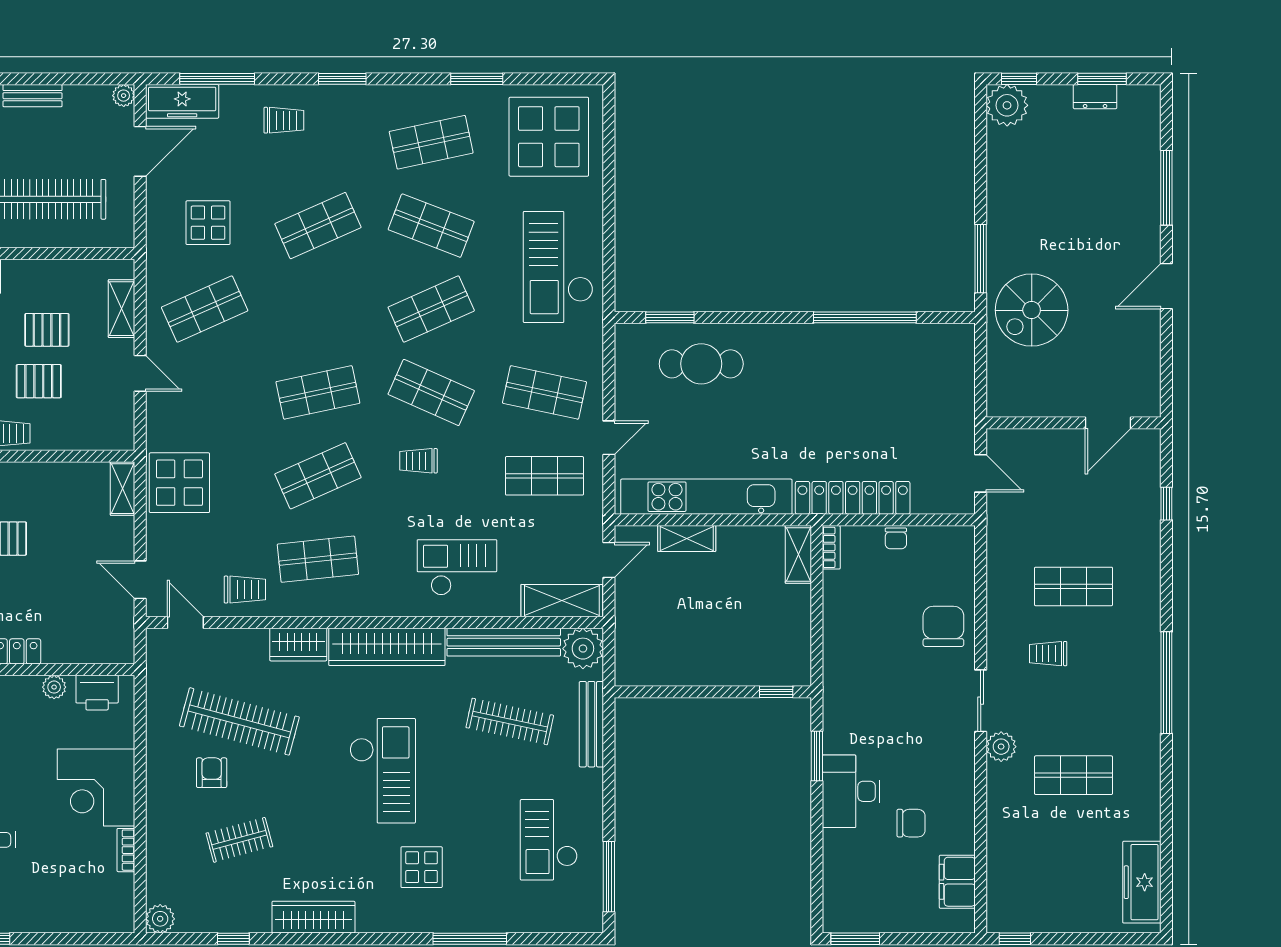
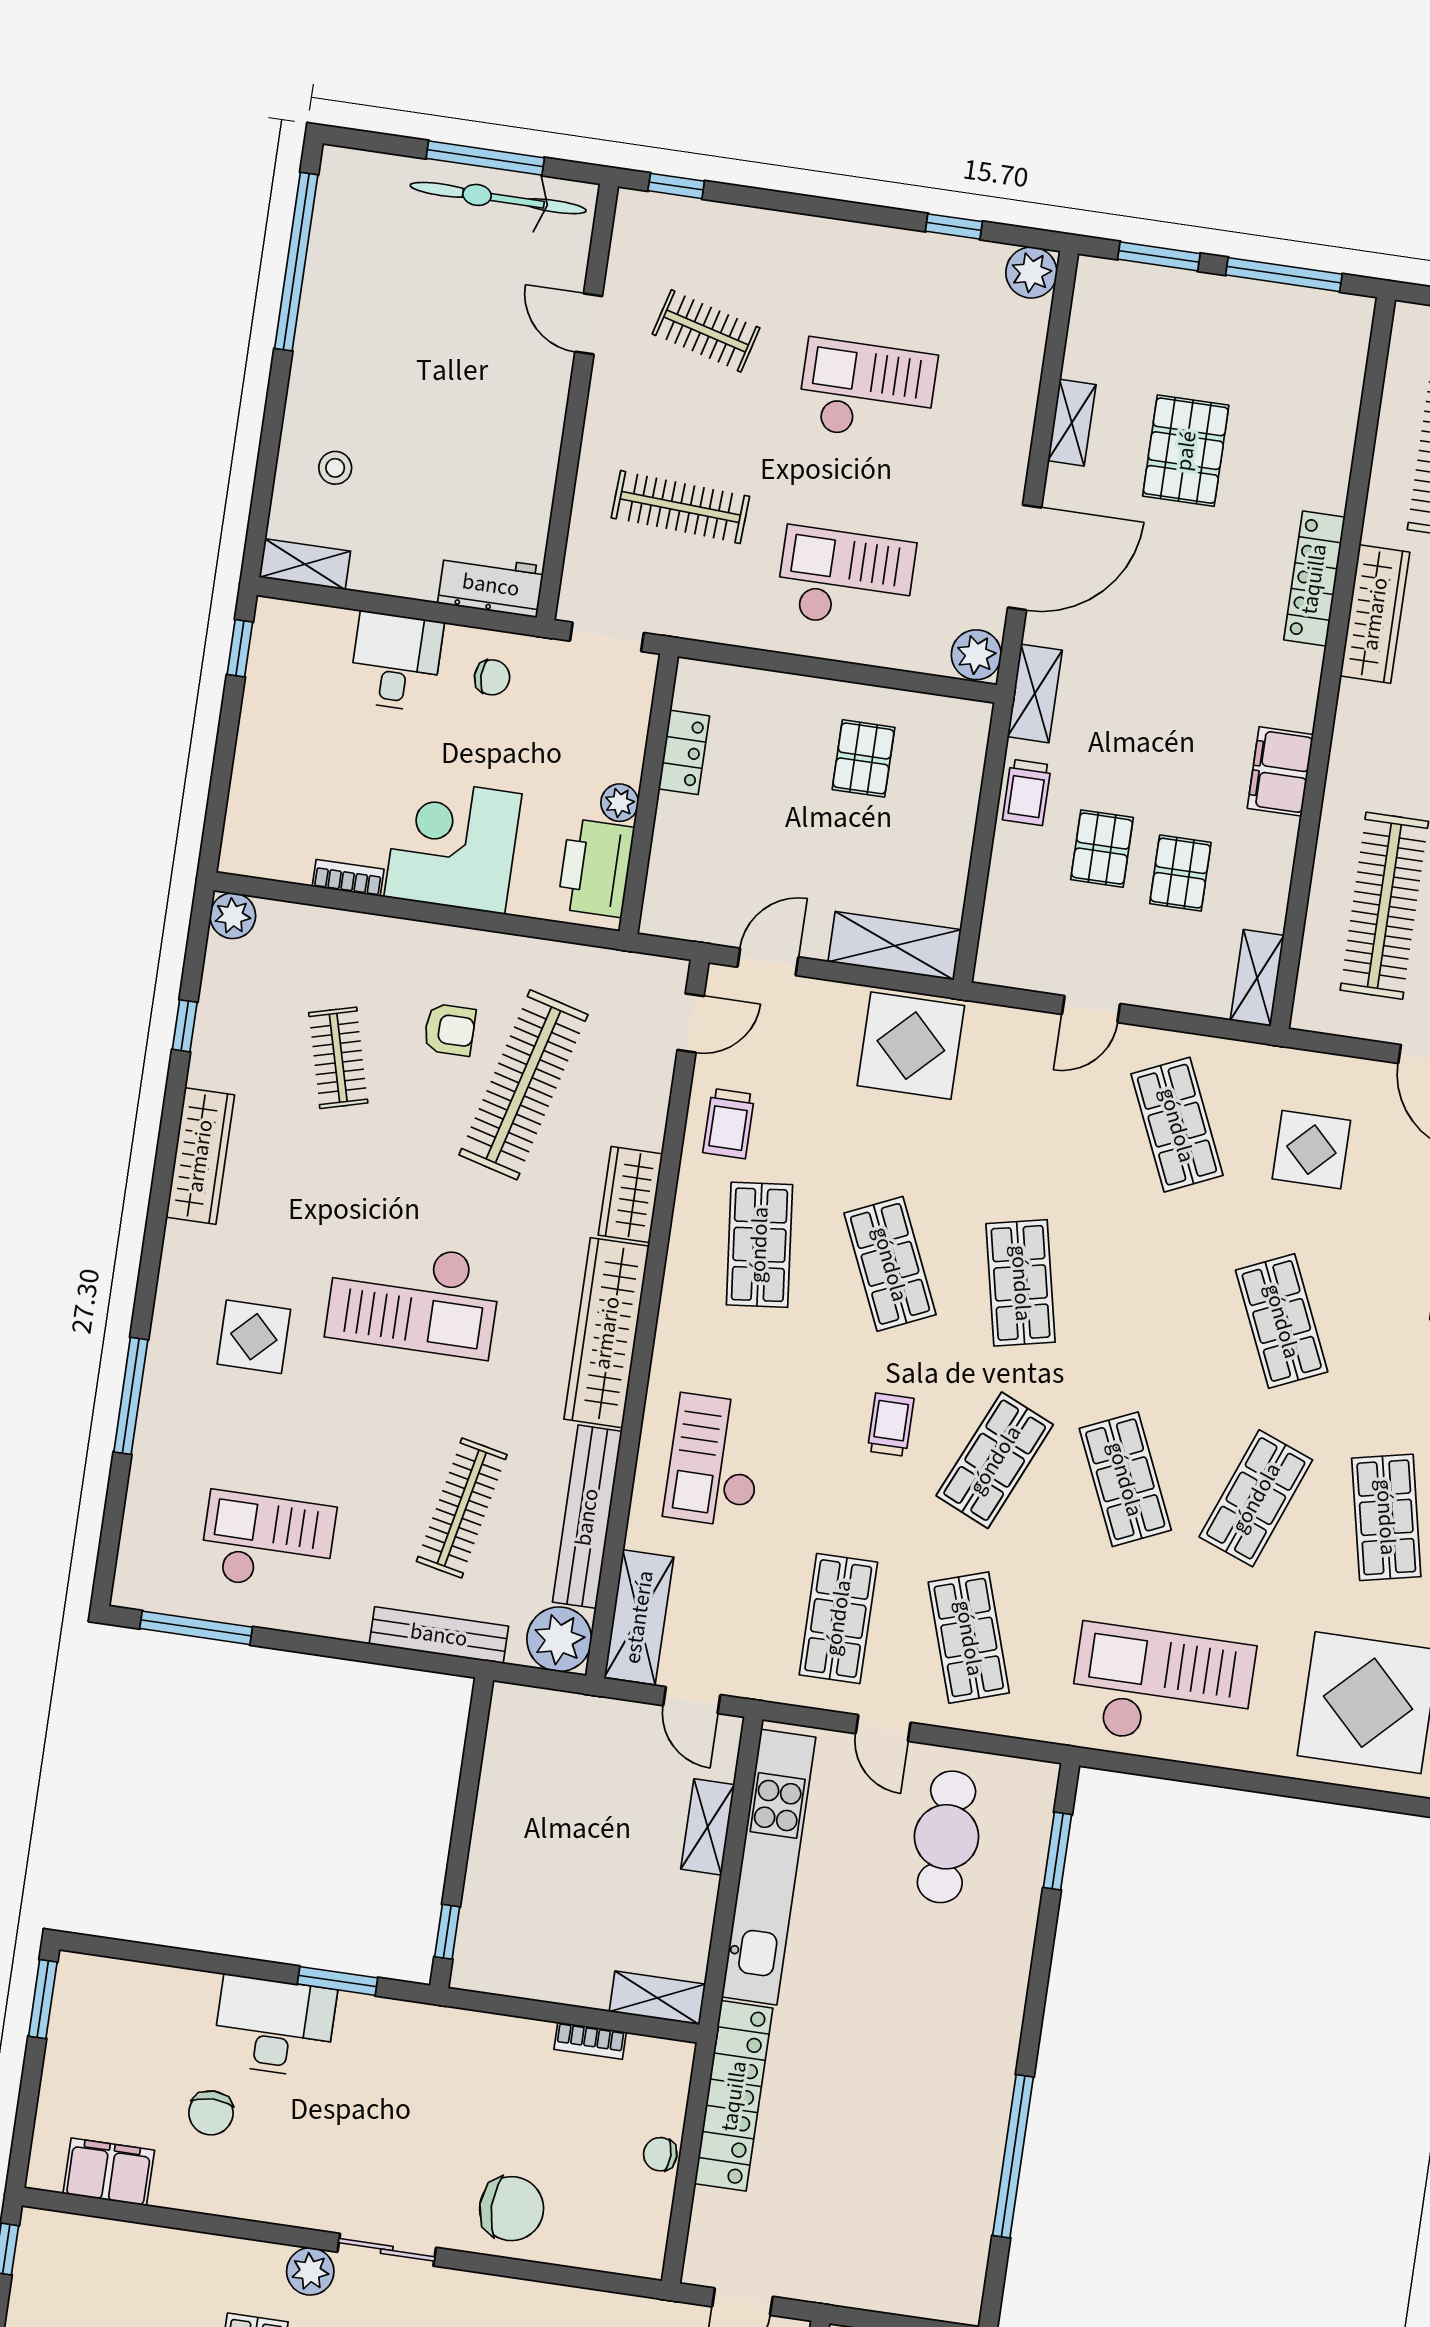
shelving: (122, 309) -> (1257, 978), moved, turned 90
cafe table: (701, 364) -> (946, 1837), moved
shop shelf: (544, 392) -> (969, 1638), turned -30
shelving: (123, 489) -> (895, 946), width x1.50, depth x1.33
bookcase: (831, 547) -> (590, 2041), moved
checkout: (457, 567) -> (715, 1461), turned 180
printer: (97, 693) -> (596, 868), width x1.37, depth x1.19

